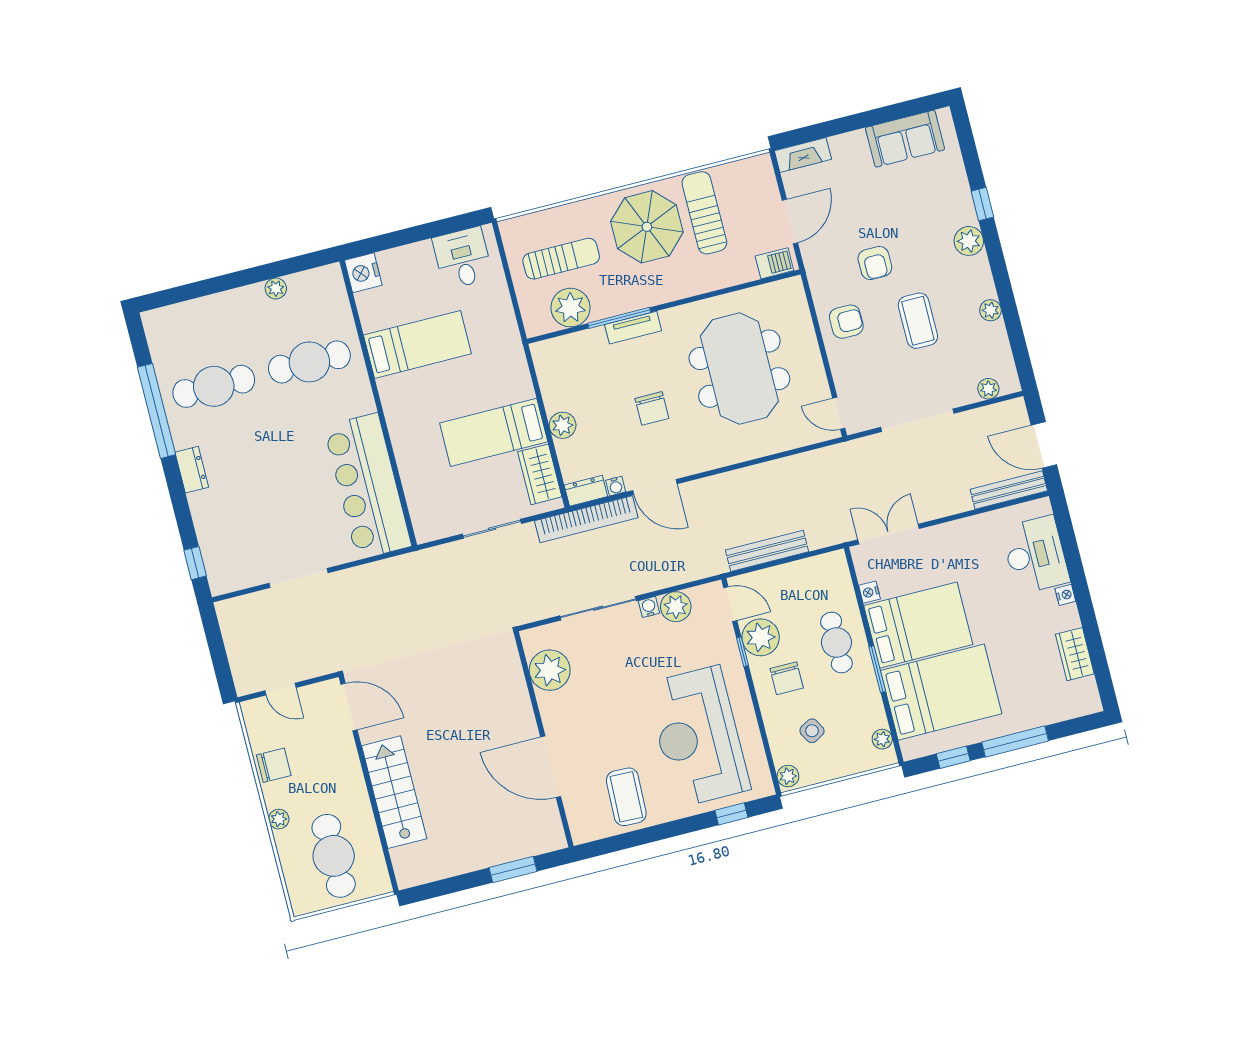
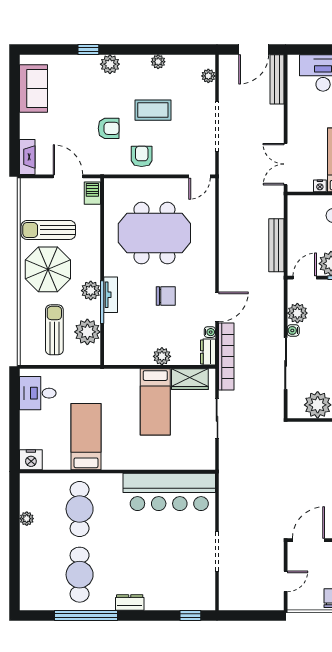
plant: (632, 297) -> (91, 291), added

